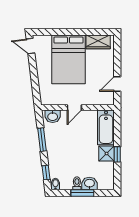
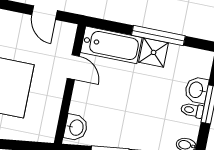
door: (74, 108) -> (73, 67), moved
window: (117, 154) -> (158, 36), width x2.17

